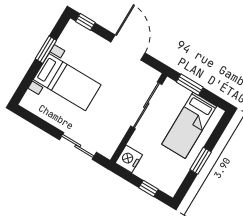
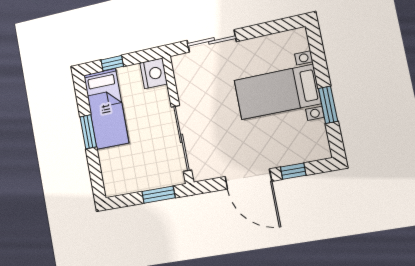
window: (85, 22) -> (293, 171), moved
bed: (189, 125) -> (106, 109), moved, turned 180

